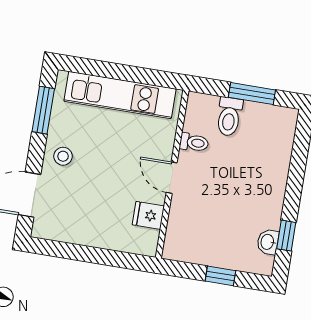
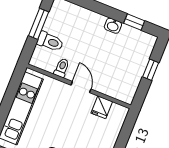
door: (172, 178) -> (81, 87), swing flipped
washbasin: (268, 242) -> (113, 26), moved

